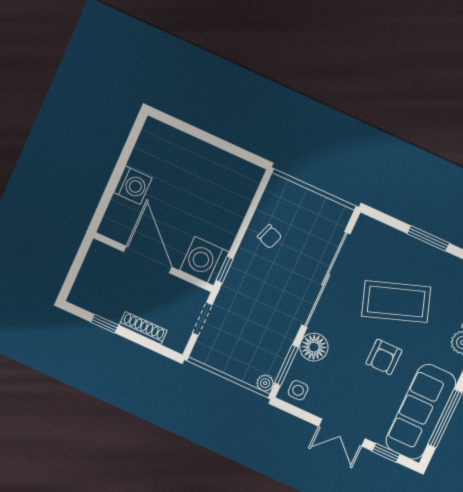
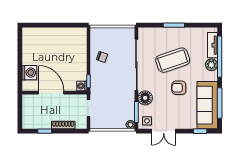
washing machine: (133, 185) -> (29, 73), moved
washing machine: (204, 261) -> (82, 86), width x0.53, depth x0.53
armchair: (384, 357) -> (179, 88), turned 90
double door: (342, 432) -> (164, 131), moved

